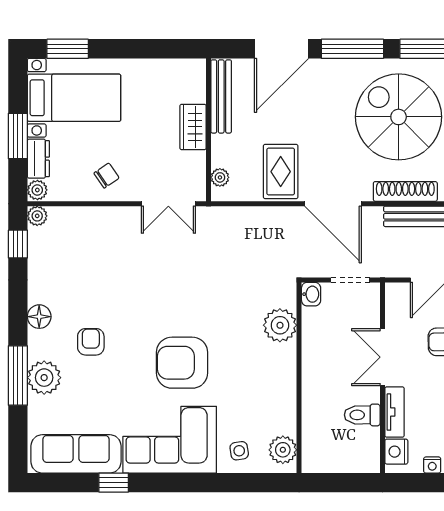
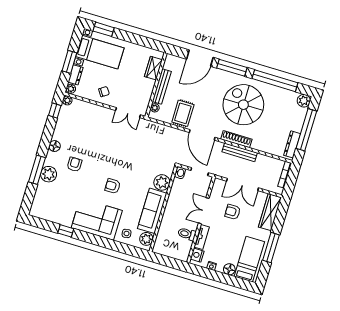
bench: (221, 96) -> (162, 87), moved
wardrobe: (193, 127) -> (153, 68), moved
armchair: (182, 363) -> (113, 186), width x0.53, depth x0.53
sofa: (76, 454) -> (152, 211), moved, turned -90

